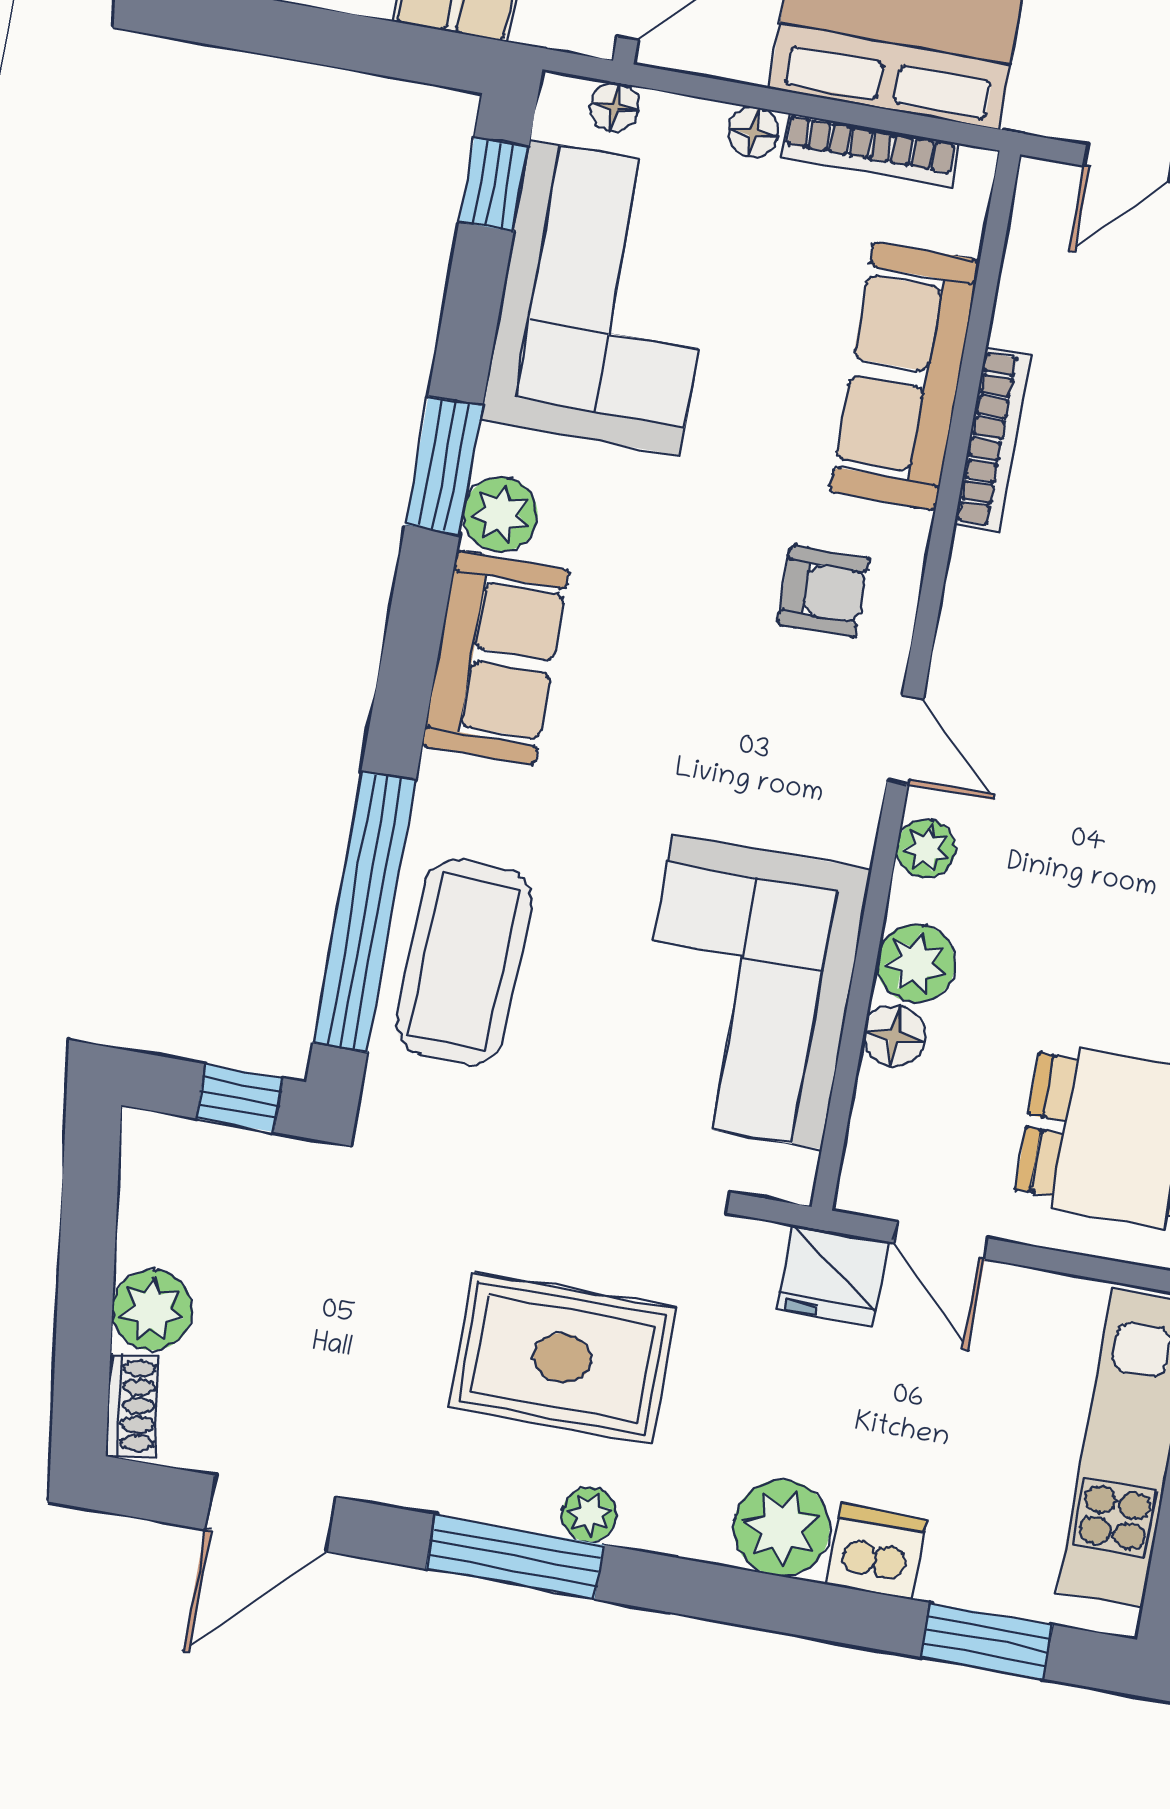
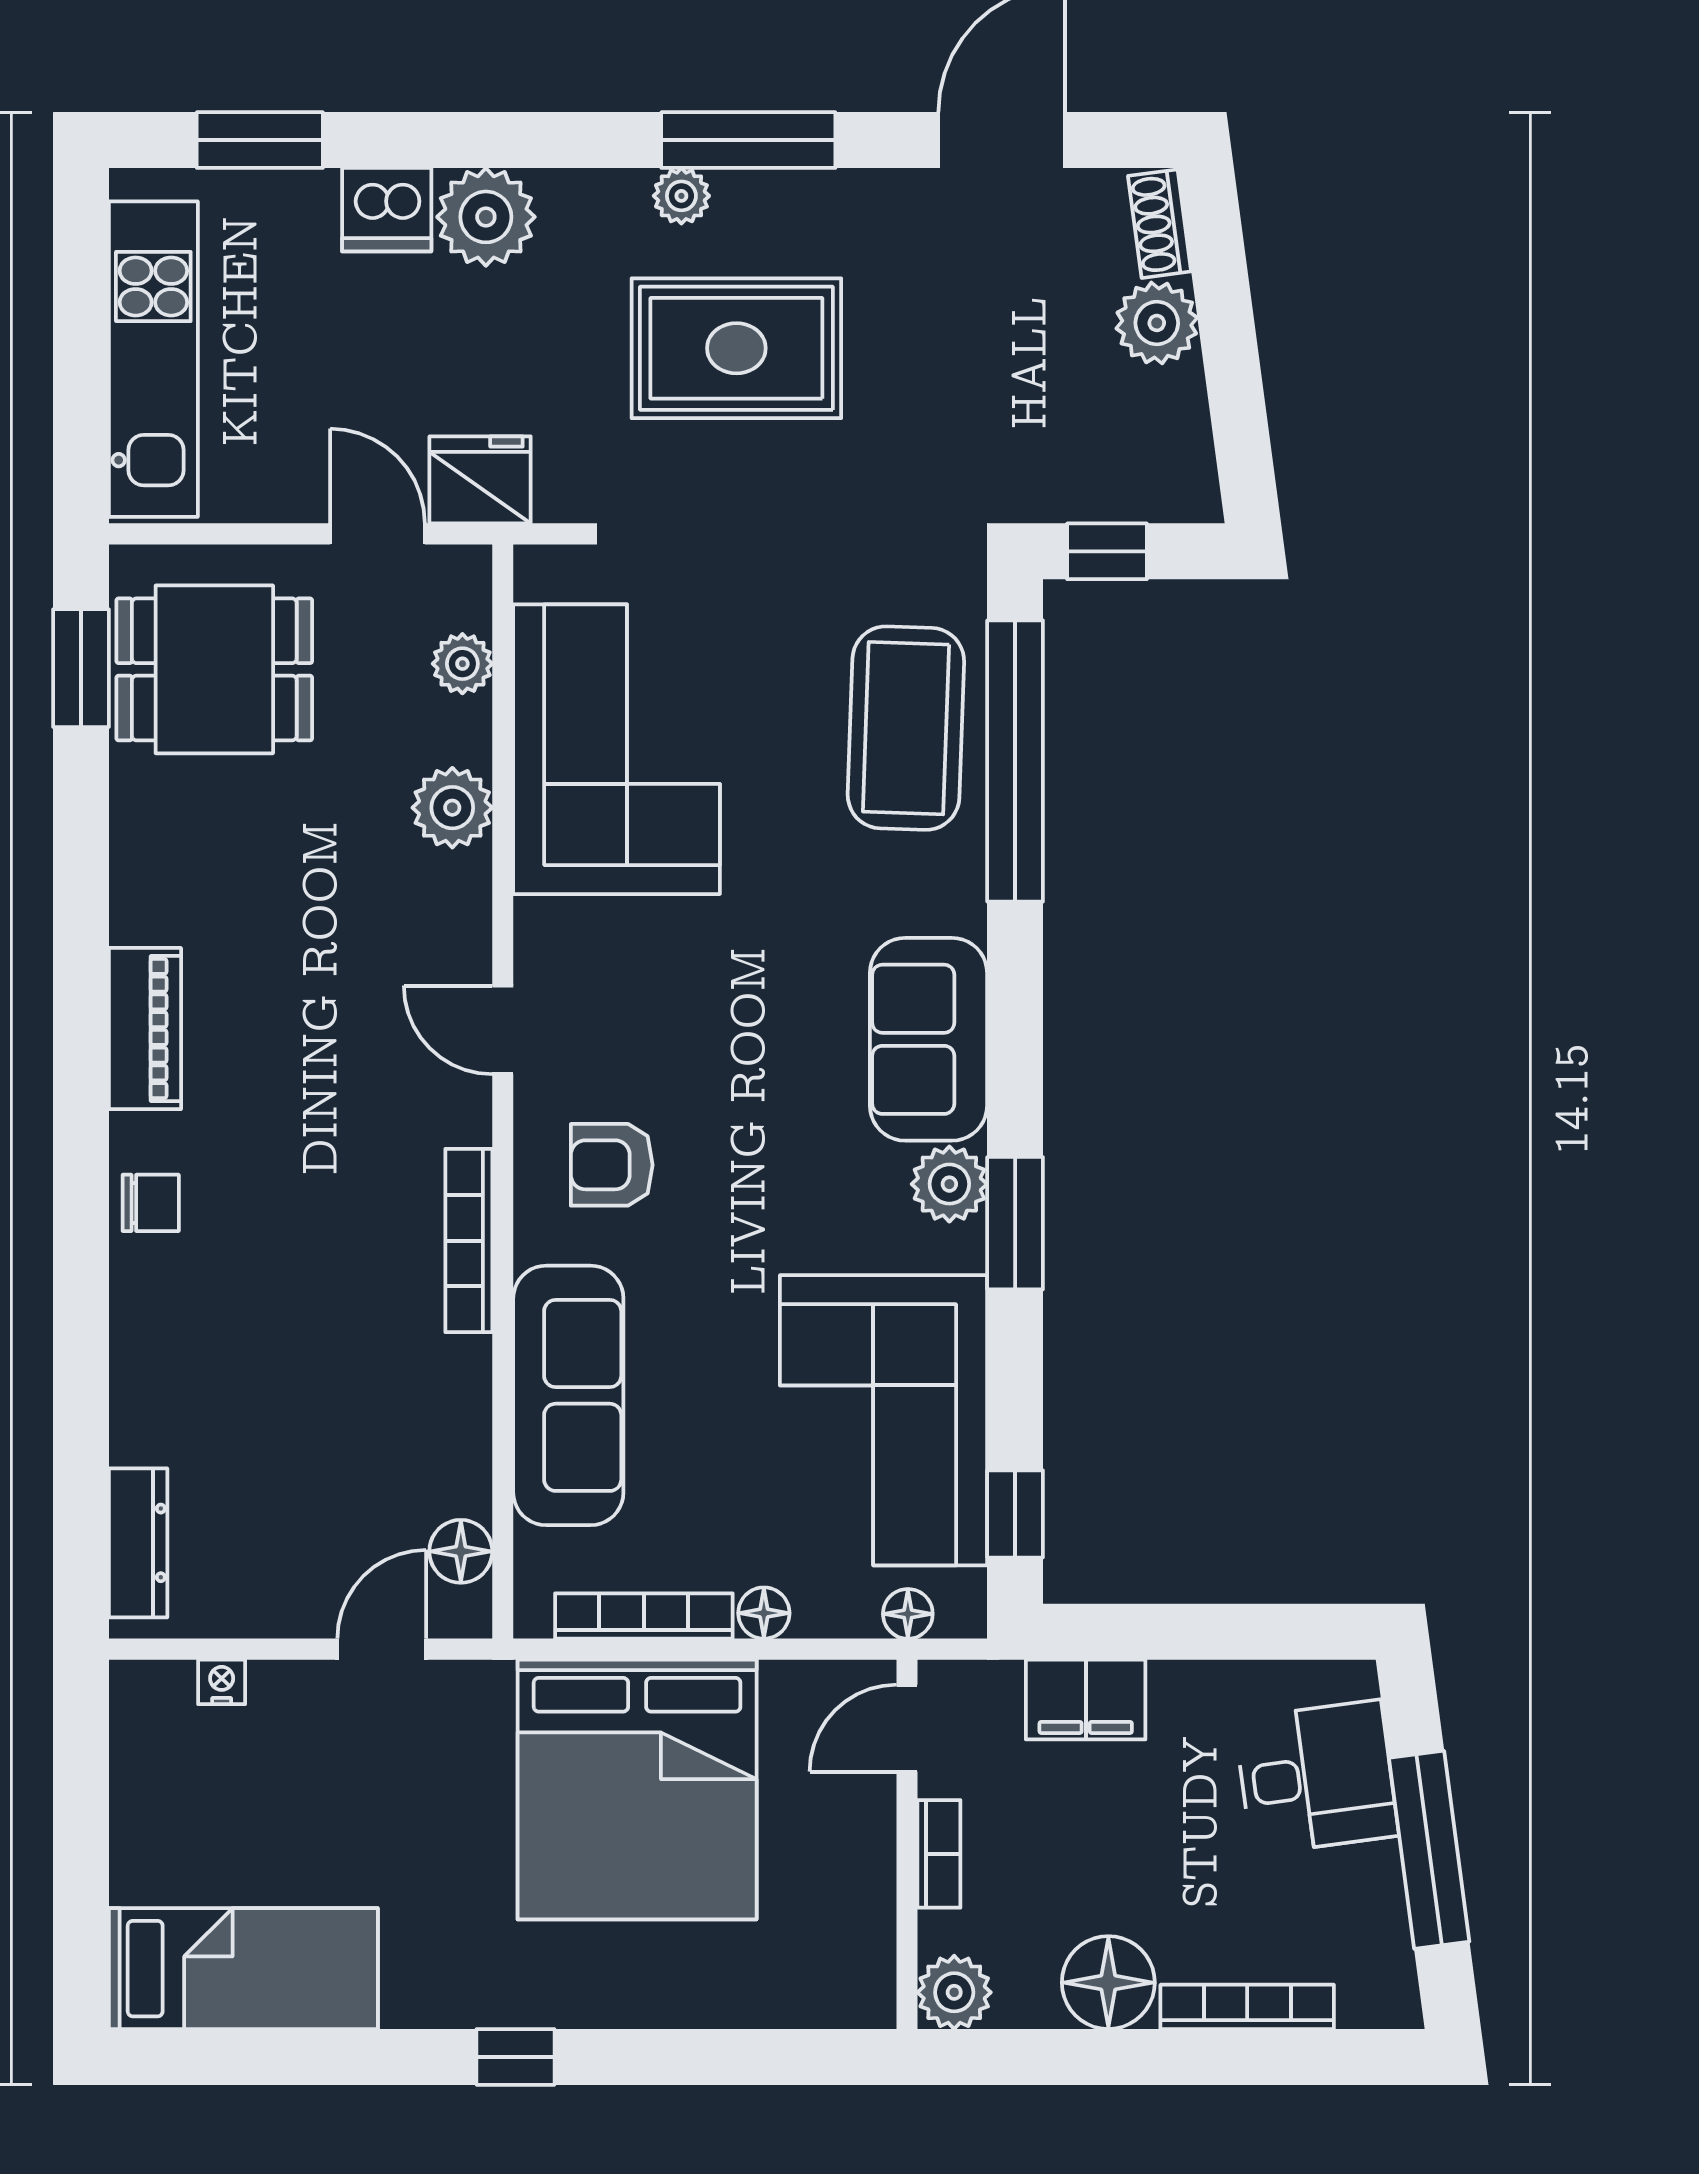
bookcase: (993, 440) -> (469, 1241), moved
plant: (926, 849) -> (462, 664), moved
floor lamp: (894, 1036) -> (461, 1551), moved

